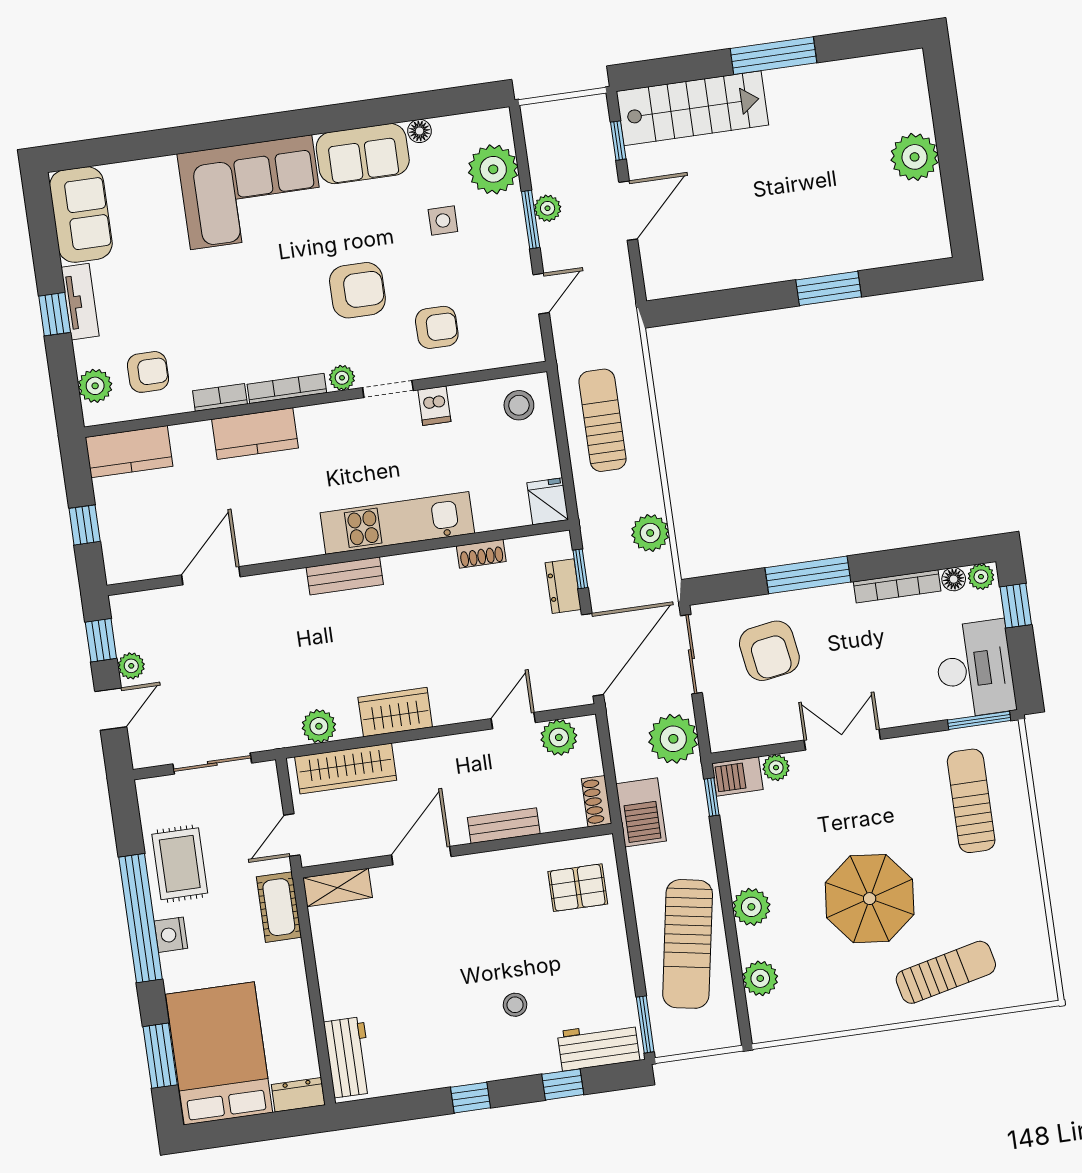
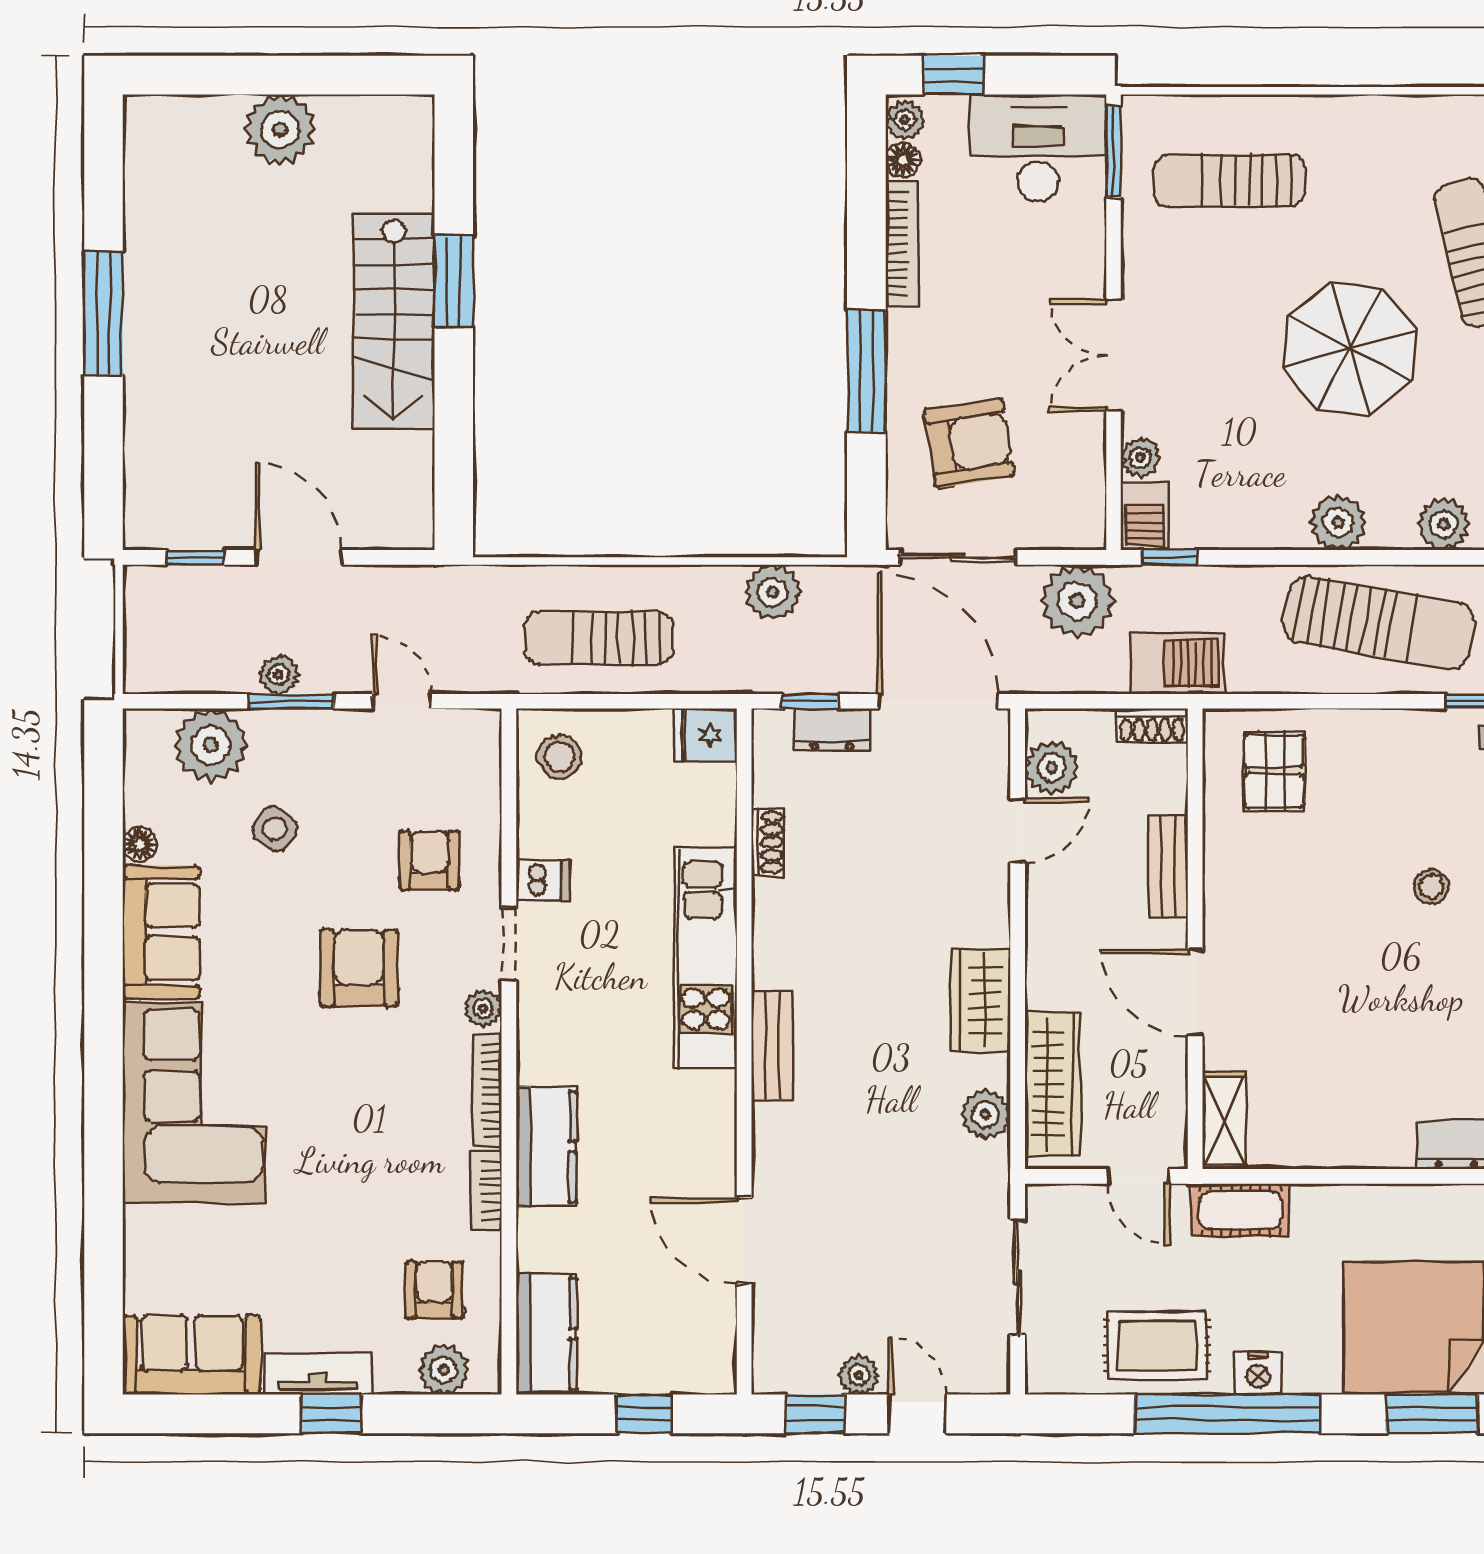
stairs: (692, 108) -> (394, 322), moved, turned 180
side table: (443, 220) -> (275, 829), turned 37
door: (513, 721) -> (1018, 830), swing flipped

